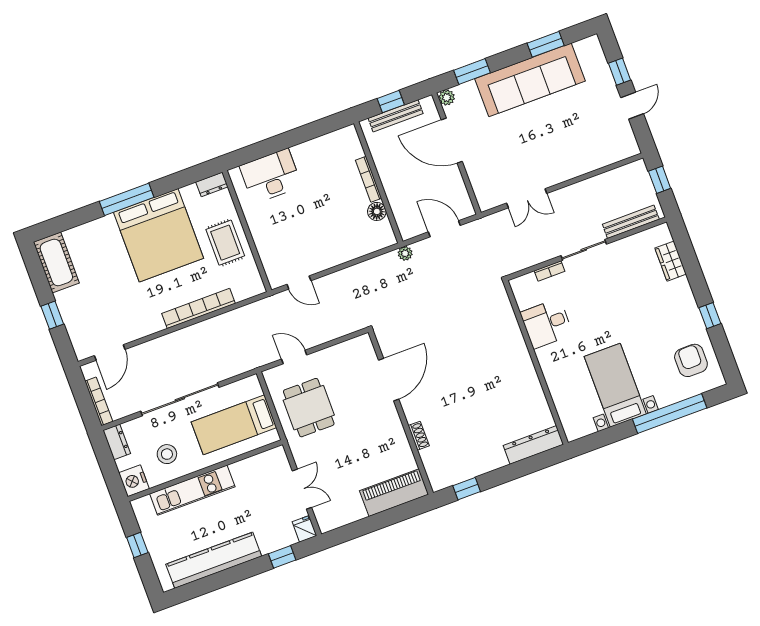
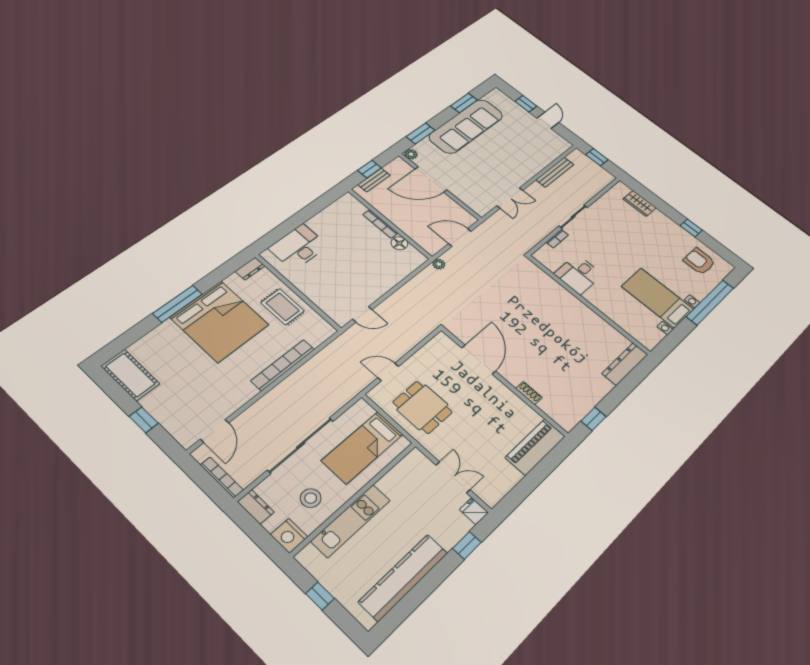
bench: (396, 116) -> (374, 180), width x0.73
bench: (631, 222) -> (555, 172), moved

